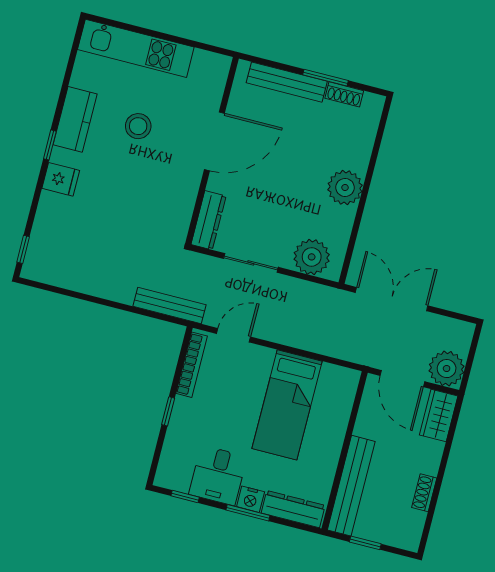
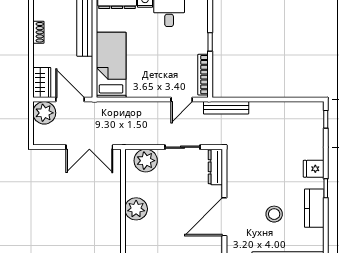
bed: (287, 405) -> (111, 65), moved

